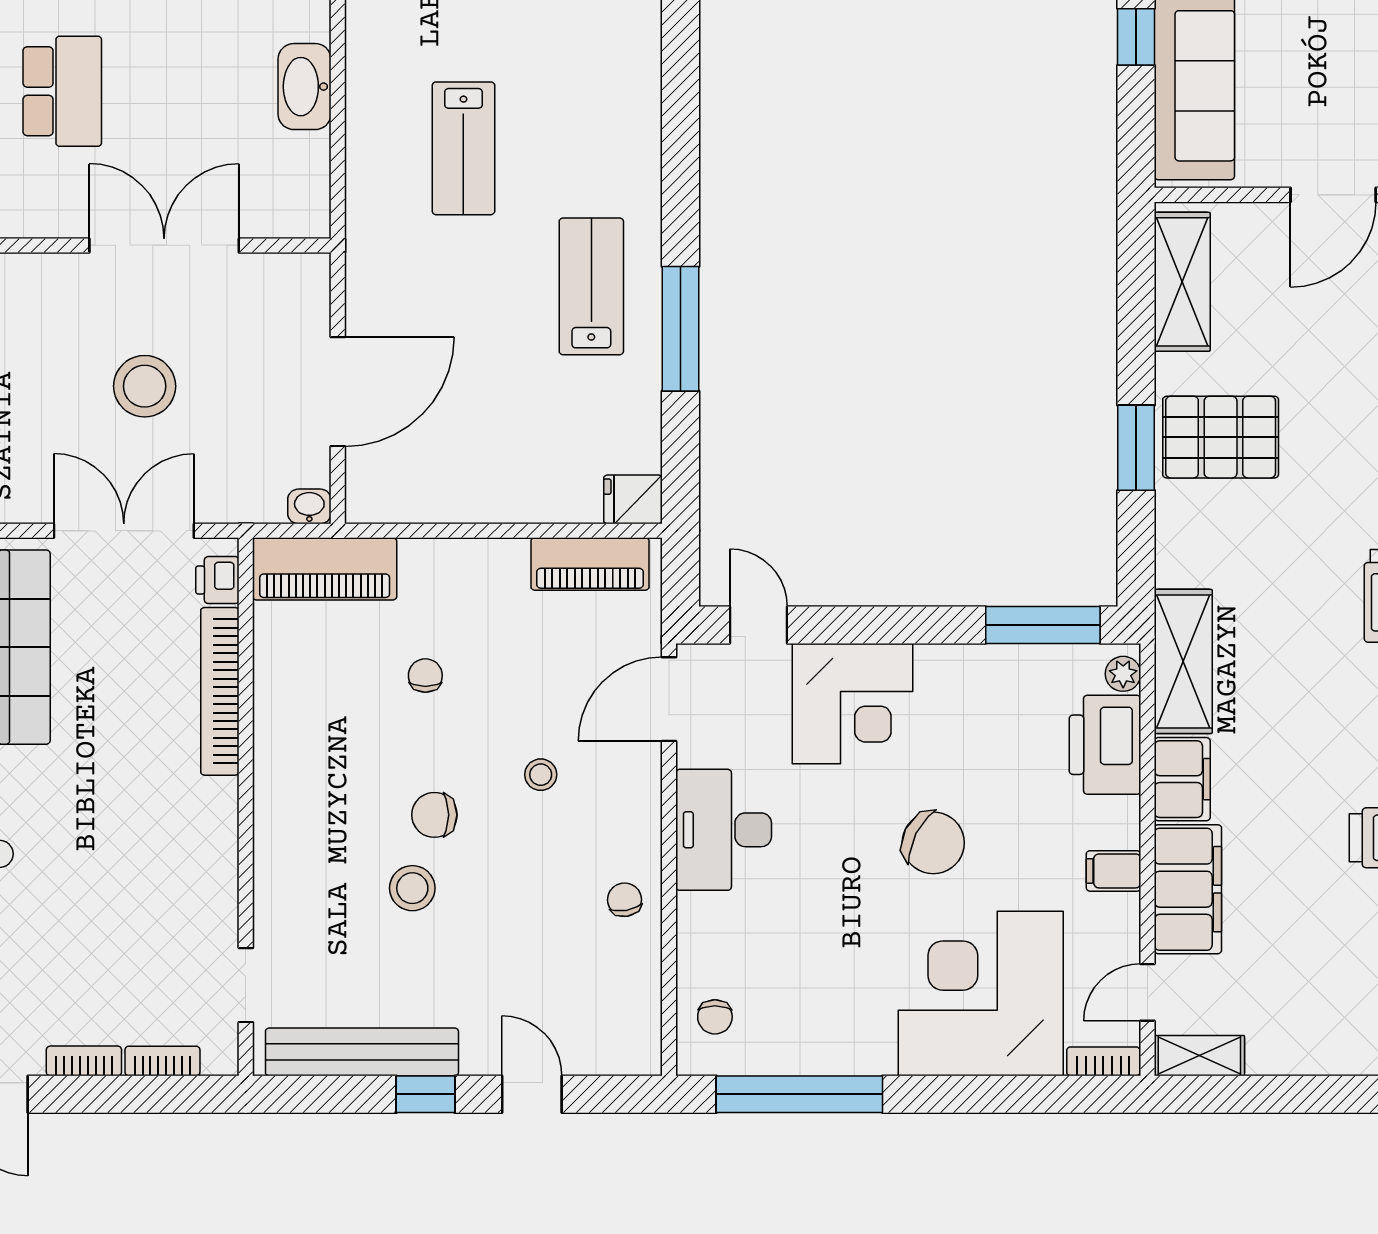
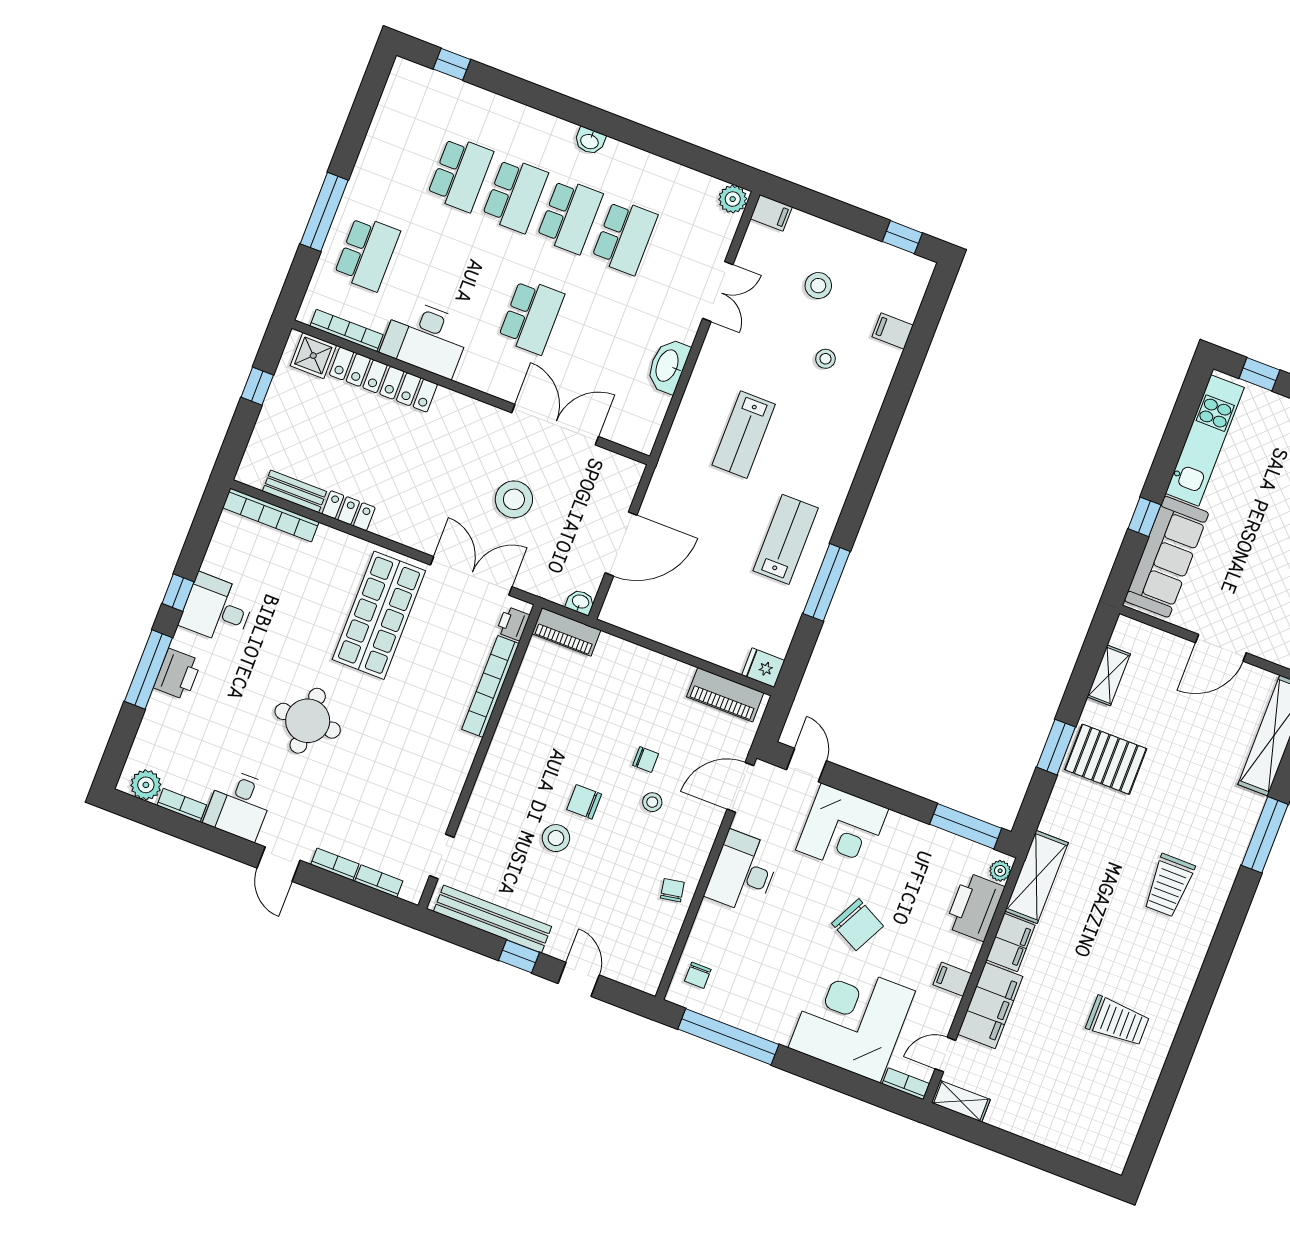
shelving: (1182, 282) -> (1109, 675), width x0.67, depth x0.75
piano: (325, 569) -> (566, 632), width x0.73, depth x0.75
chair: (425, 676) -> (646, 760), moved, turned 90

